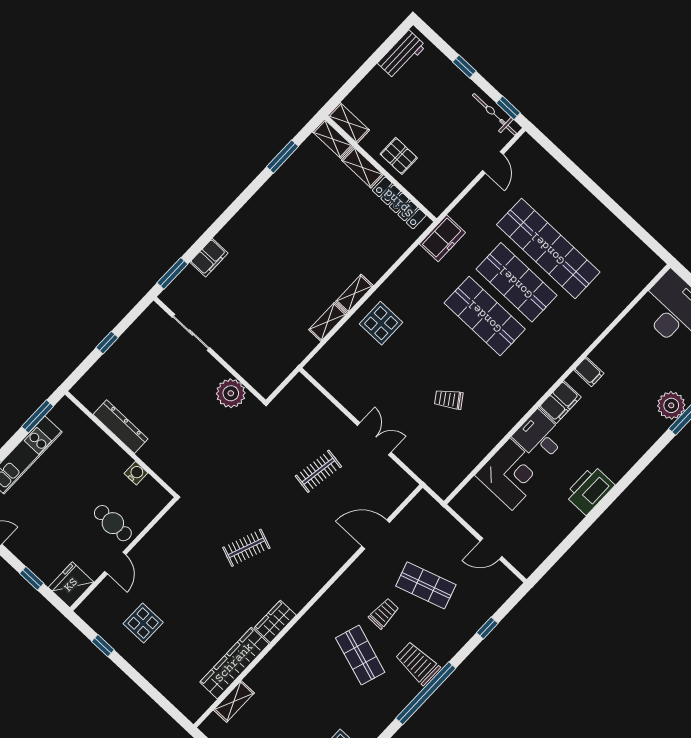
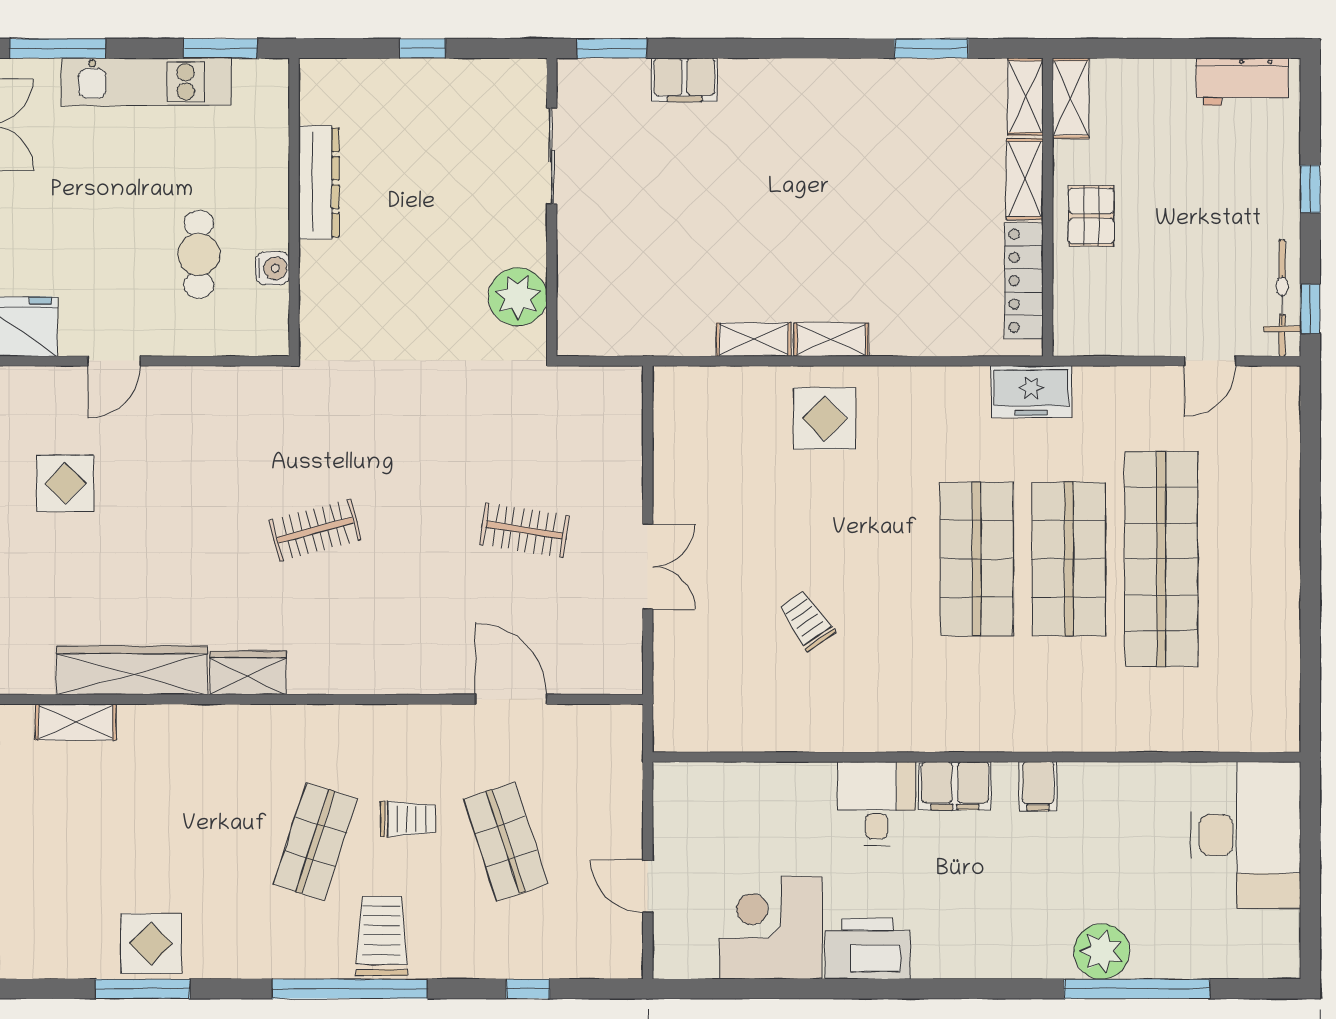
corner desk: (511, 474) -> (771, 928), moved, turned 180
cafe table: (113, 523) -> (199, 254), moved
clothes rail: (246, 548) -> (315, 530), turned -36

